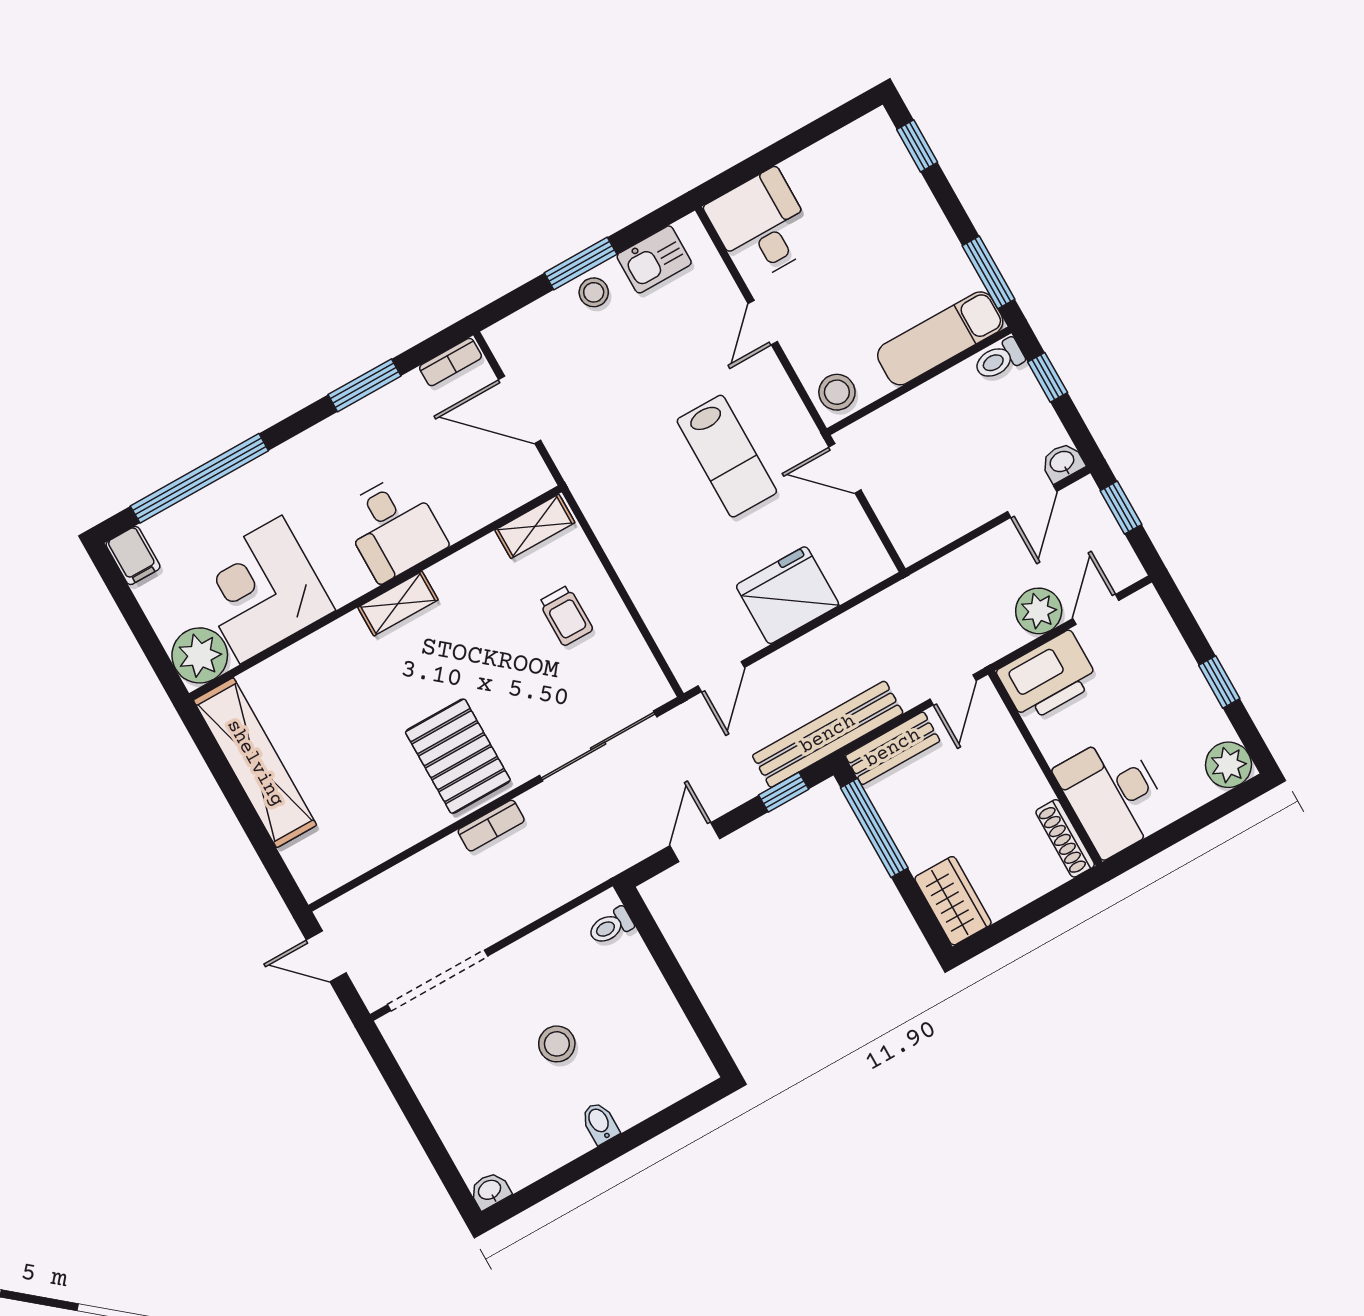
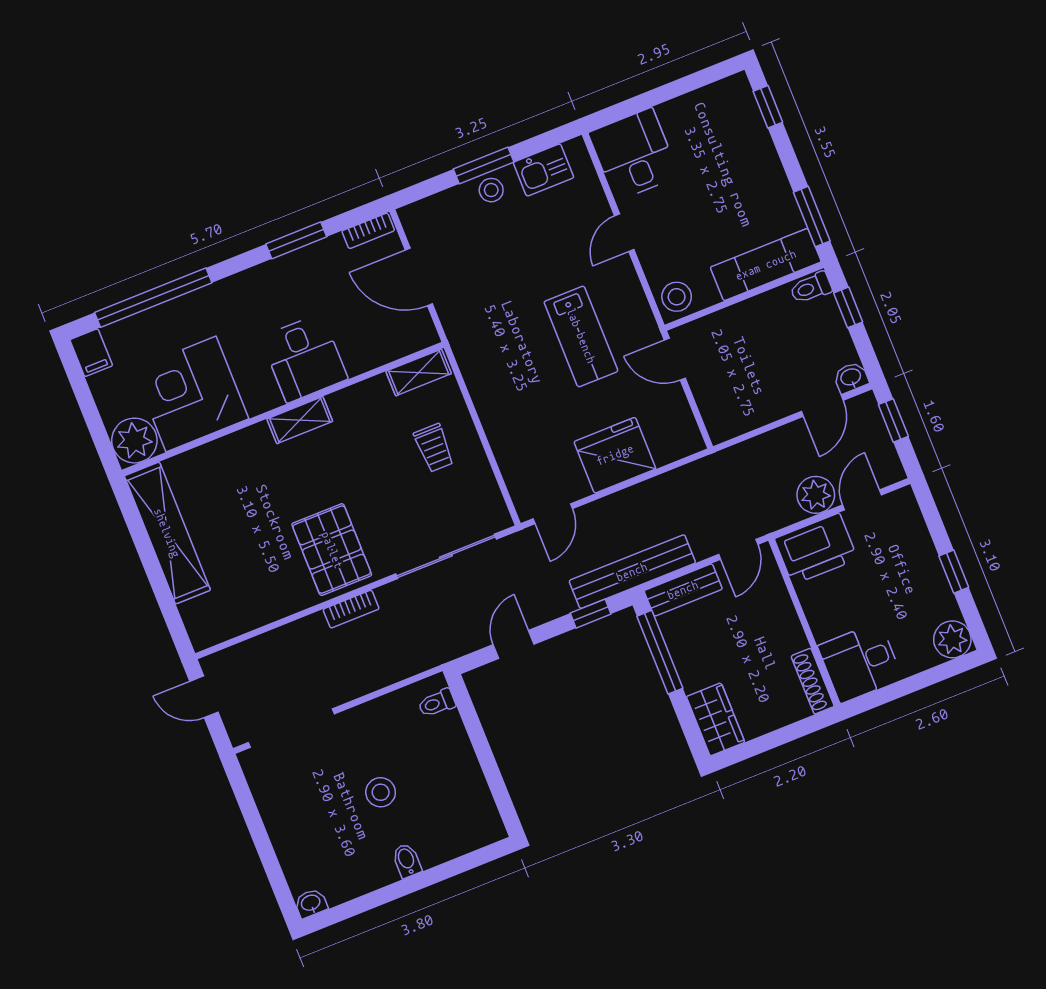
desk: (1113, 795) -> (860, 662), width x0.73

